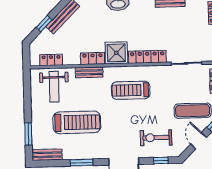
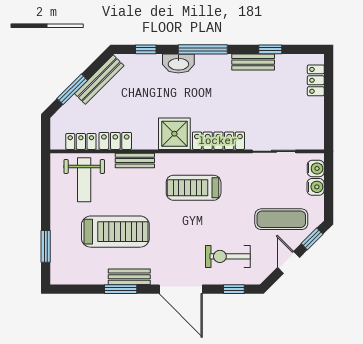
window: (44, 24) -> (72, 89), width x1.50
locker: (93, 58) -> (115, 141), moved
bench: (47, 155) -> (129, 277), moved

